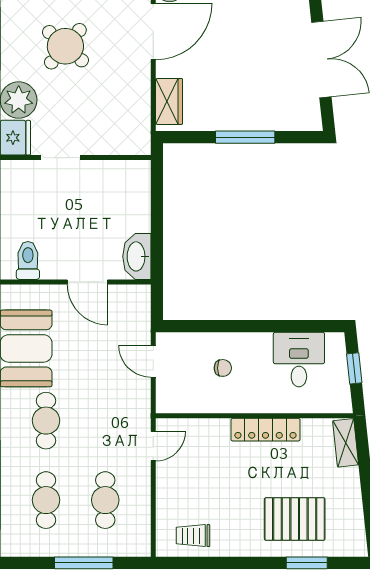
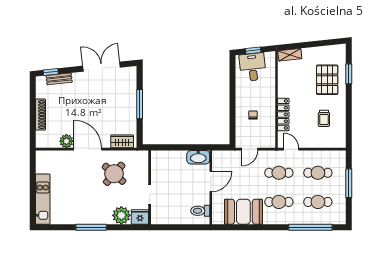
round table: (65, 46) -> (114, 174), moved
desk: (299, 360) -> (253, 67), moved, turned 84
cafe table: (105, 421) -> (279, 173), added
locker: (265, 430) -> (283, 114), moved
trolley: (193, 536) -> (324, 118), moved

